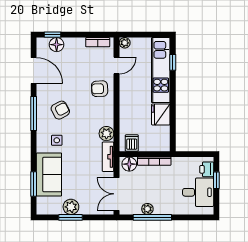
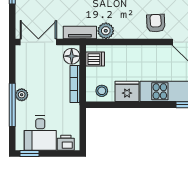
stool: (160, 137) -> (102, 91), added
window: (216, 180) -> (30, 153), moved
plant: (147, 209) -> (22, 95), moved
window: (152, 217) -> (12, 105), moved

